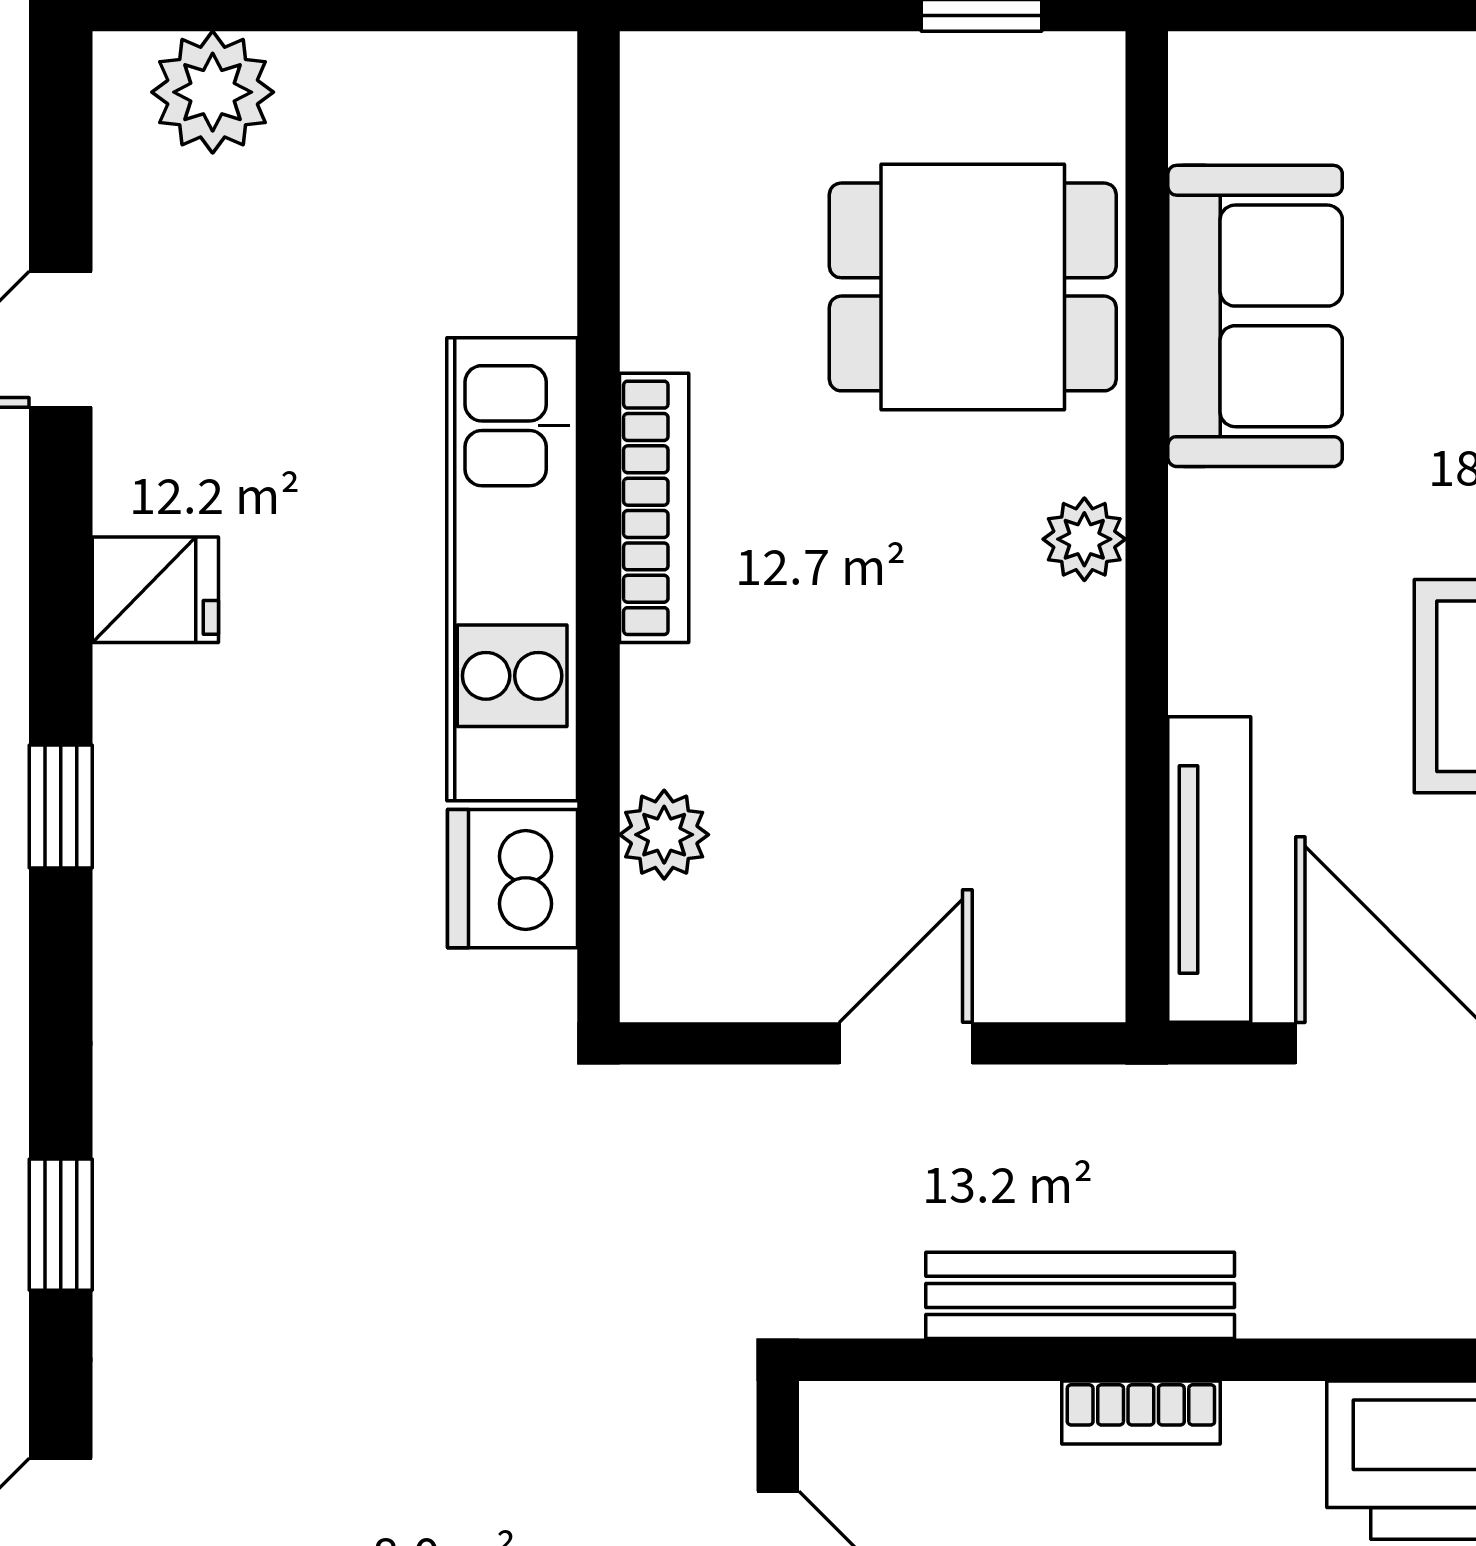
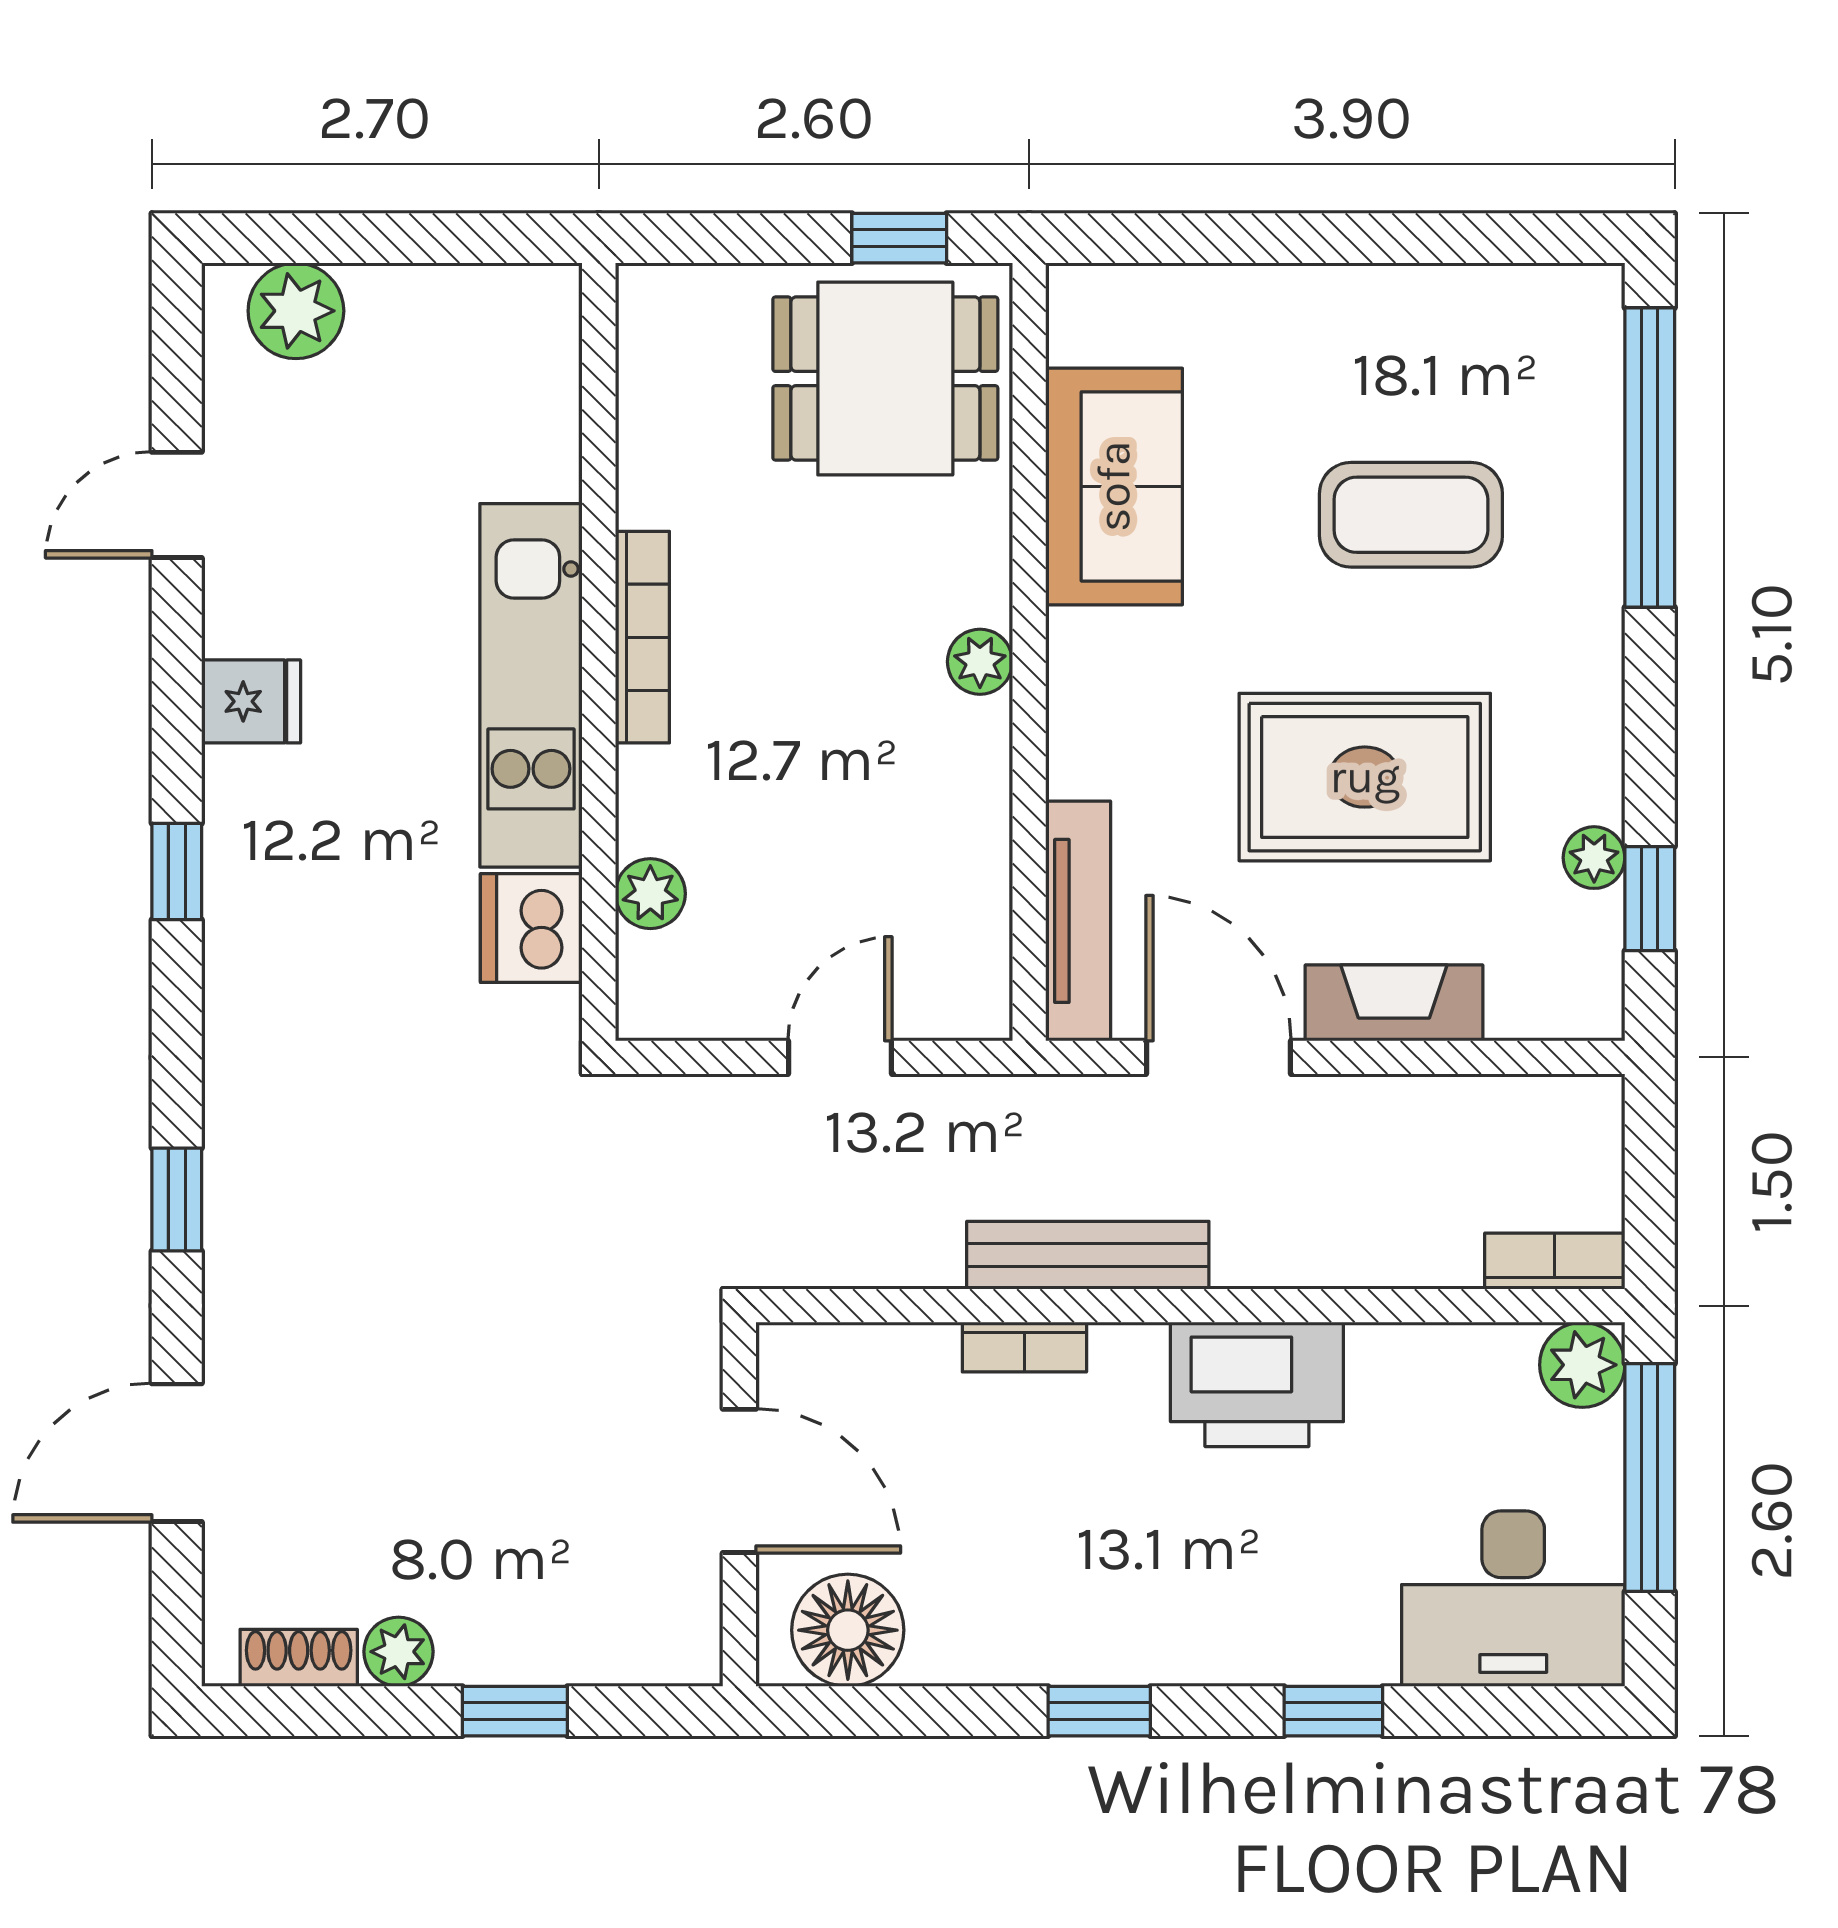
dining table: (973, 287) -> (885, 379), moved
bench: (1080, 1295) -> (1088, 1255), moved

